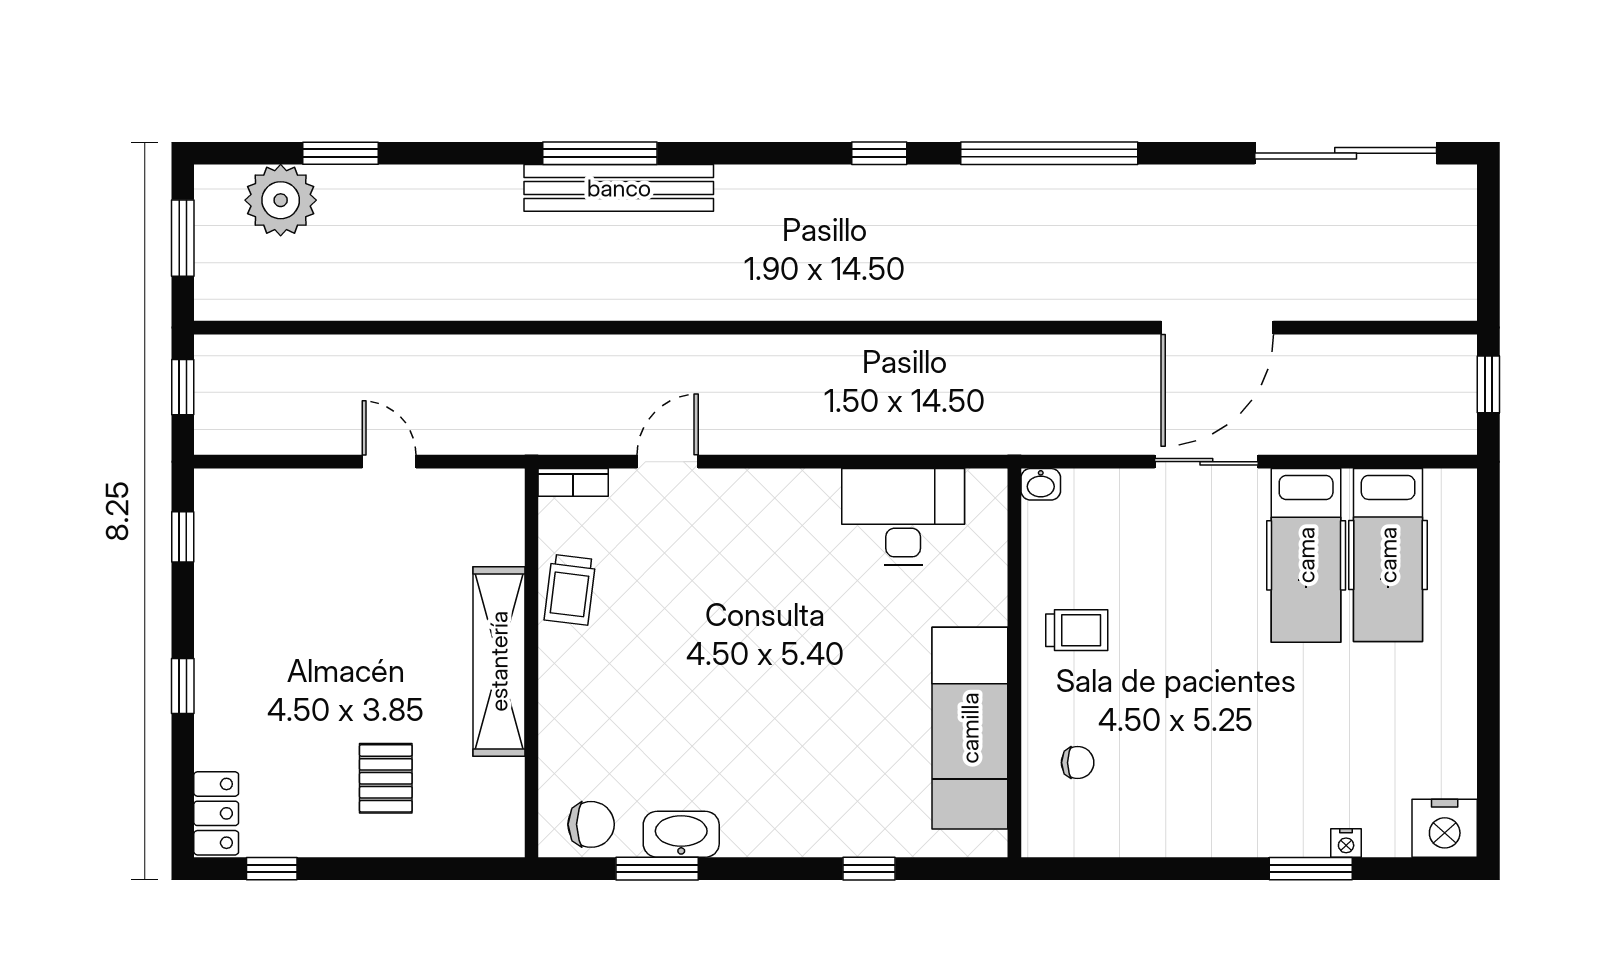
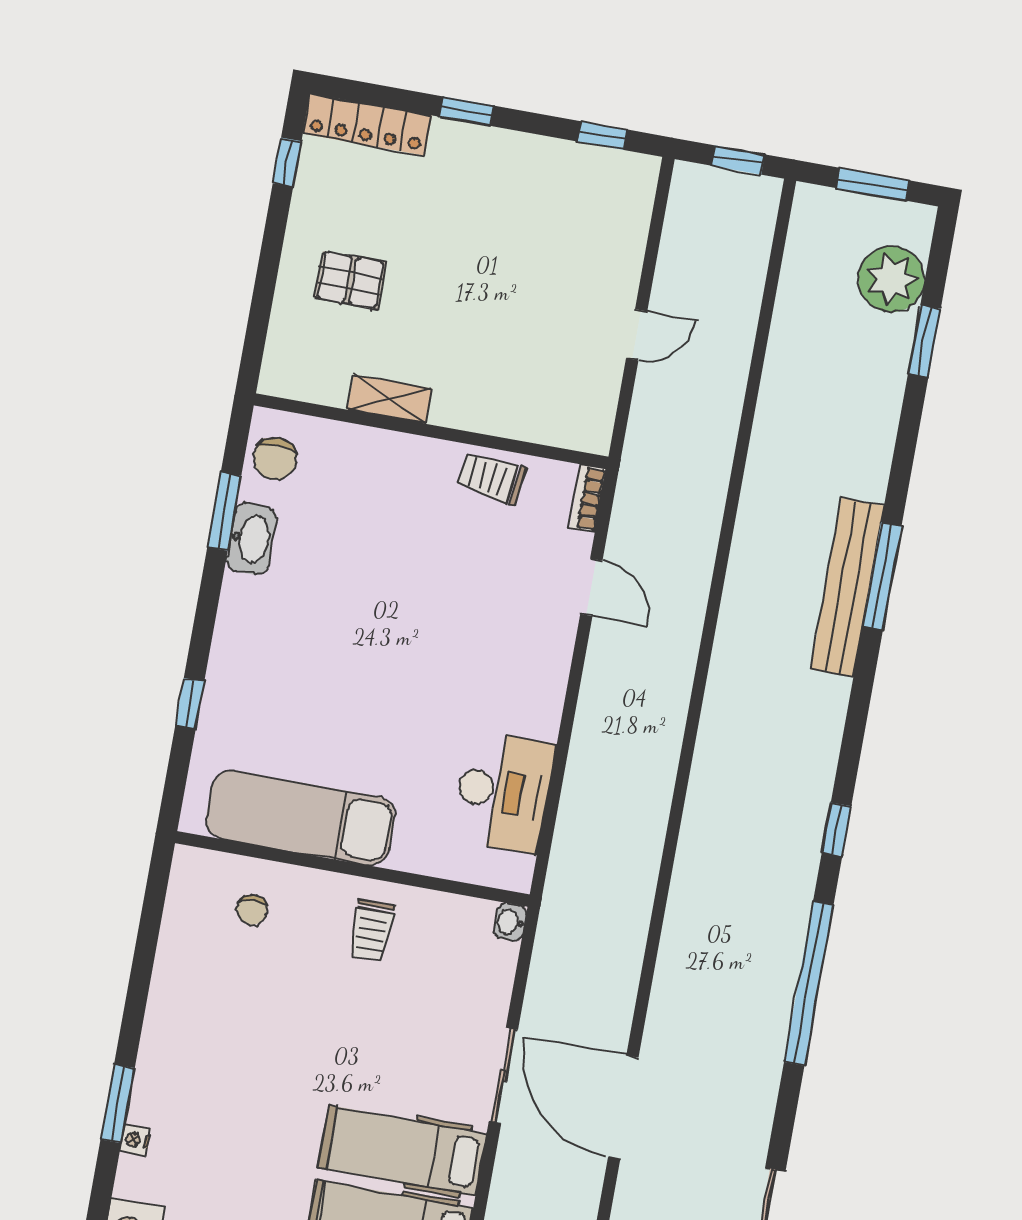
shelving: (499, 661) -> (390, 399), width x0.45, depth x0.75
locker: (216, 813) -> (367, 125), width x1.53

